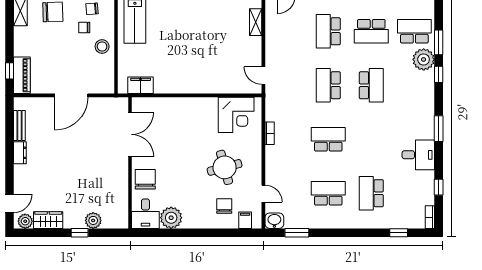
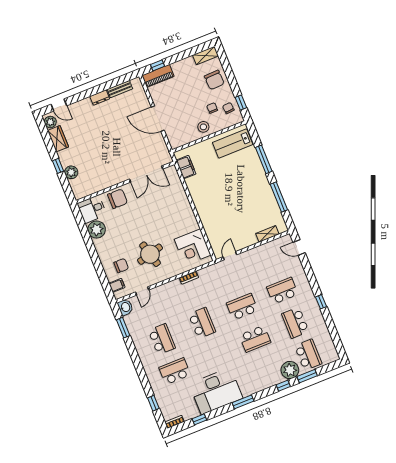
desk: (418, 155) -> (216, 391), width x1.87, depth x1.30

